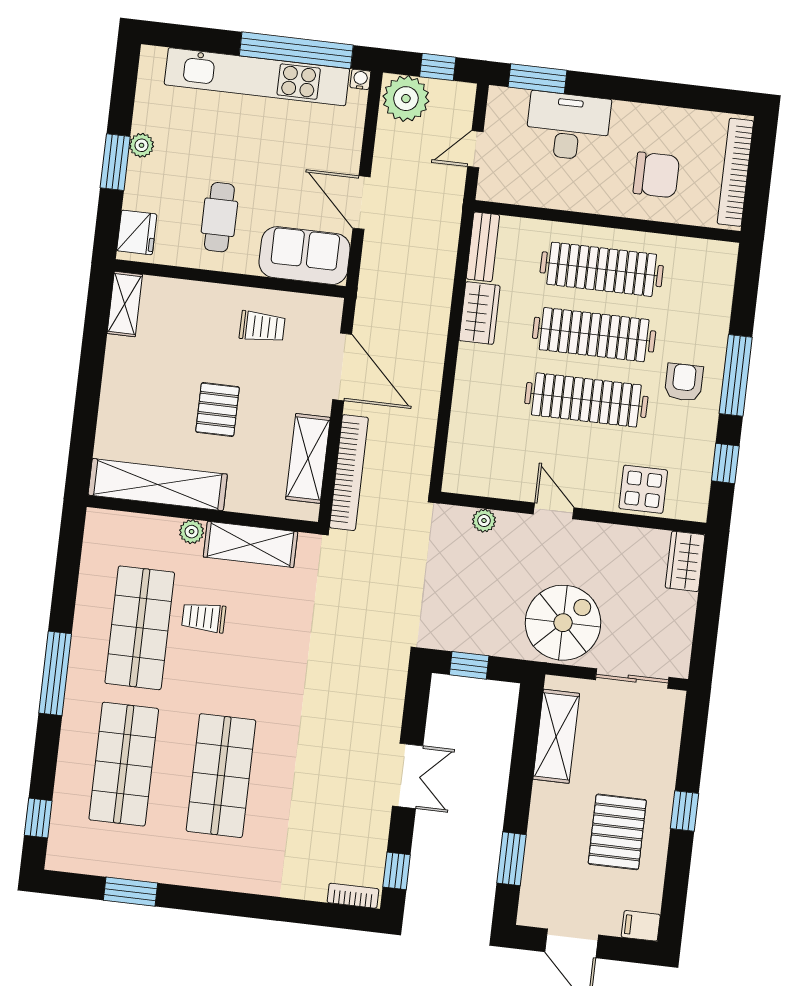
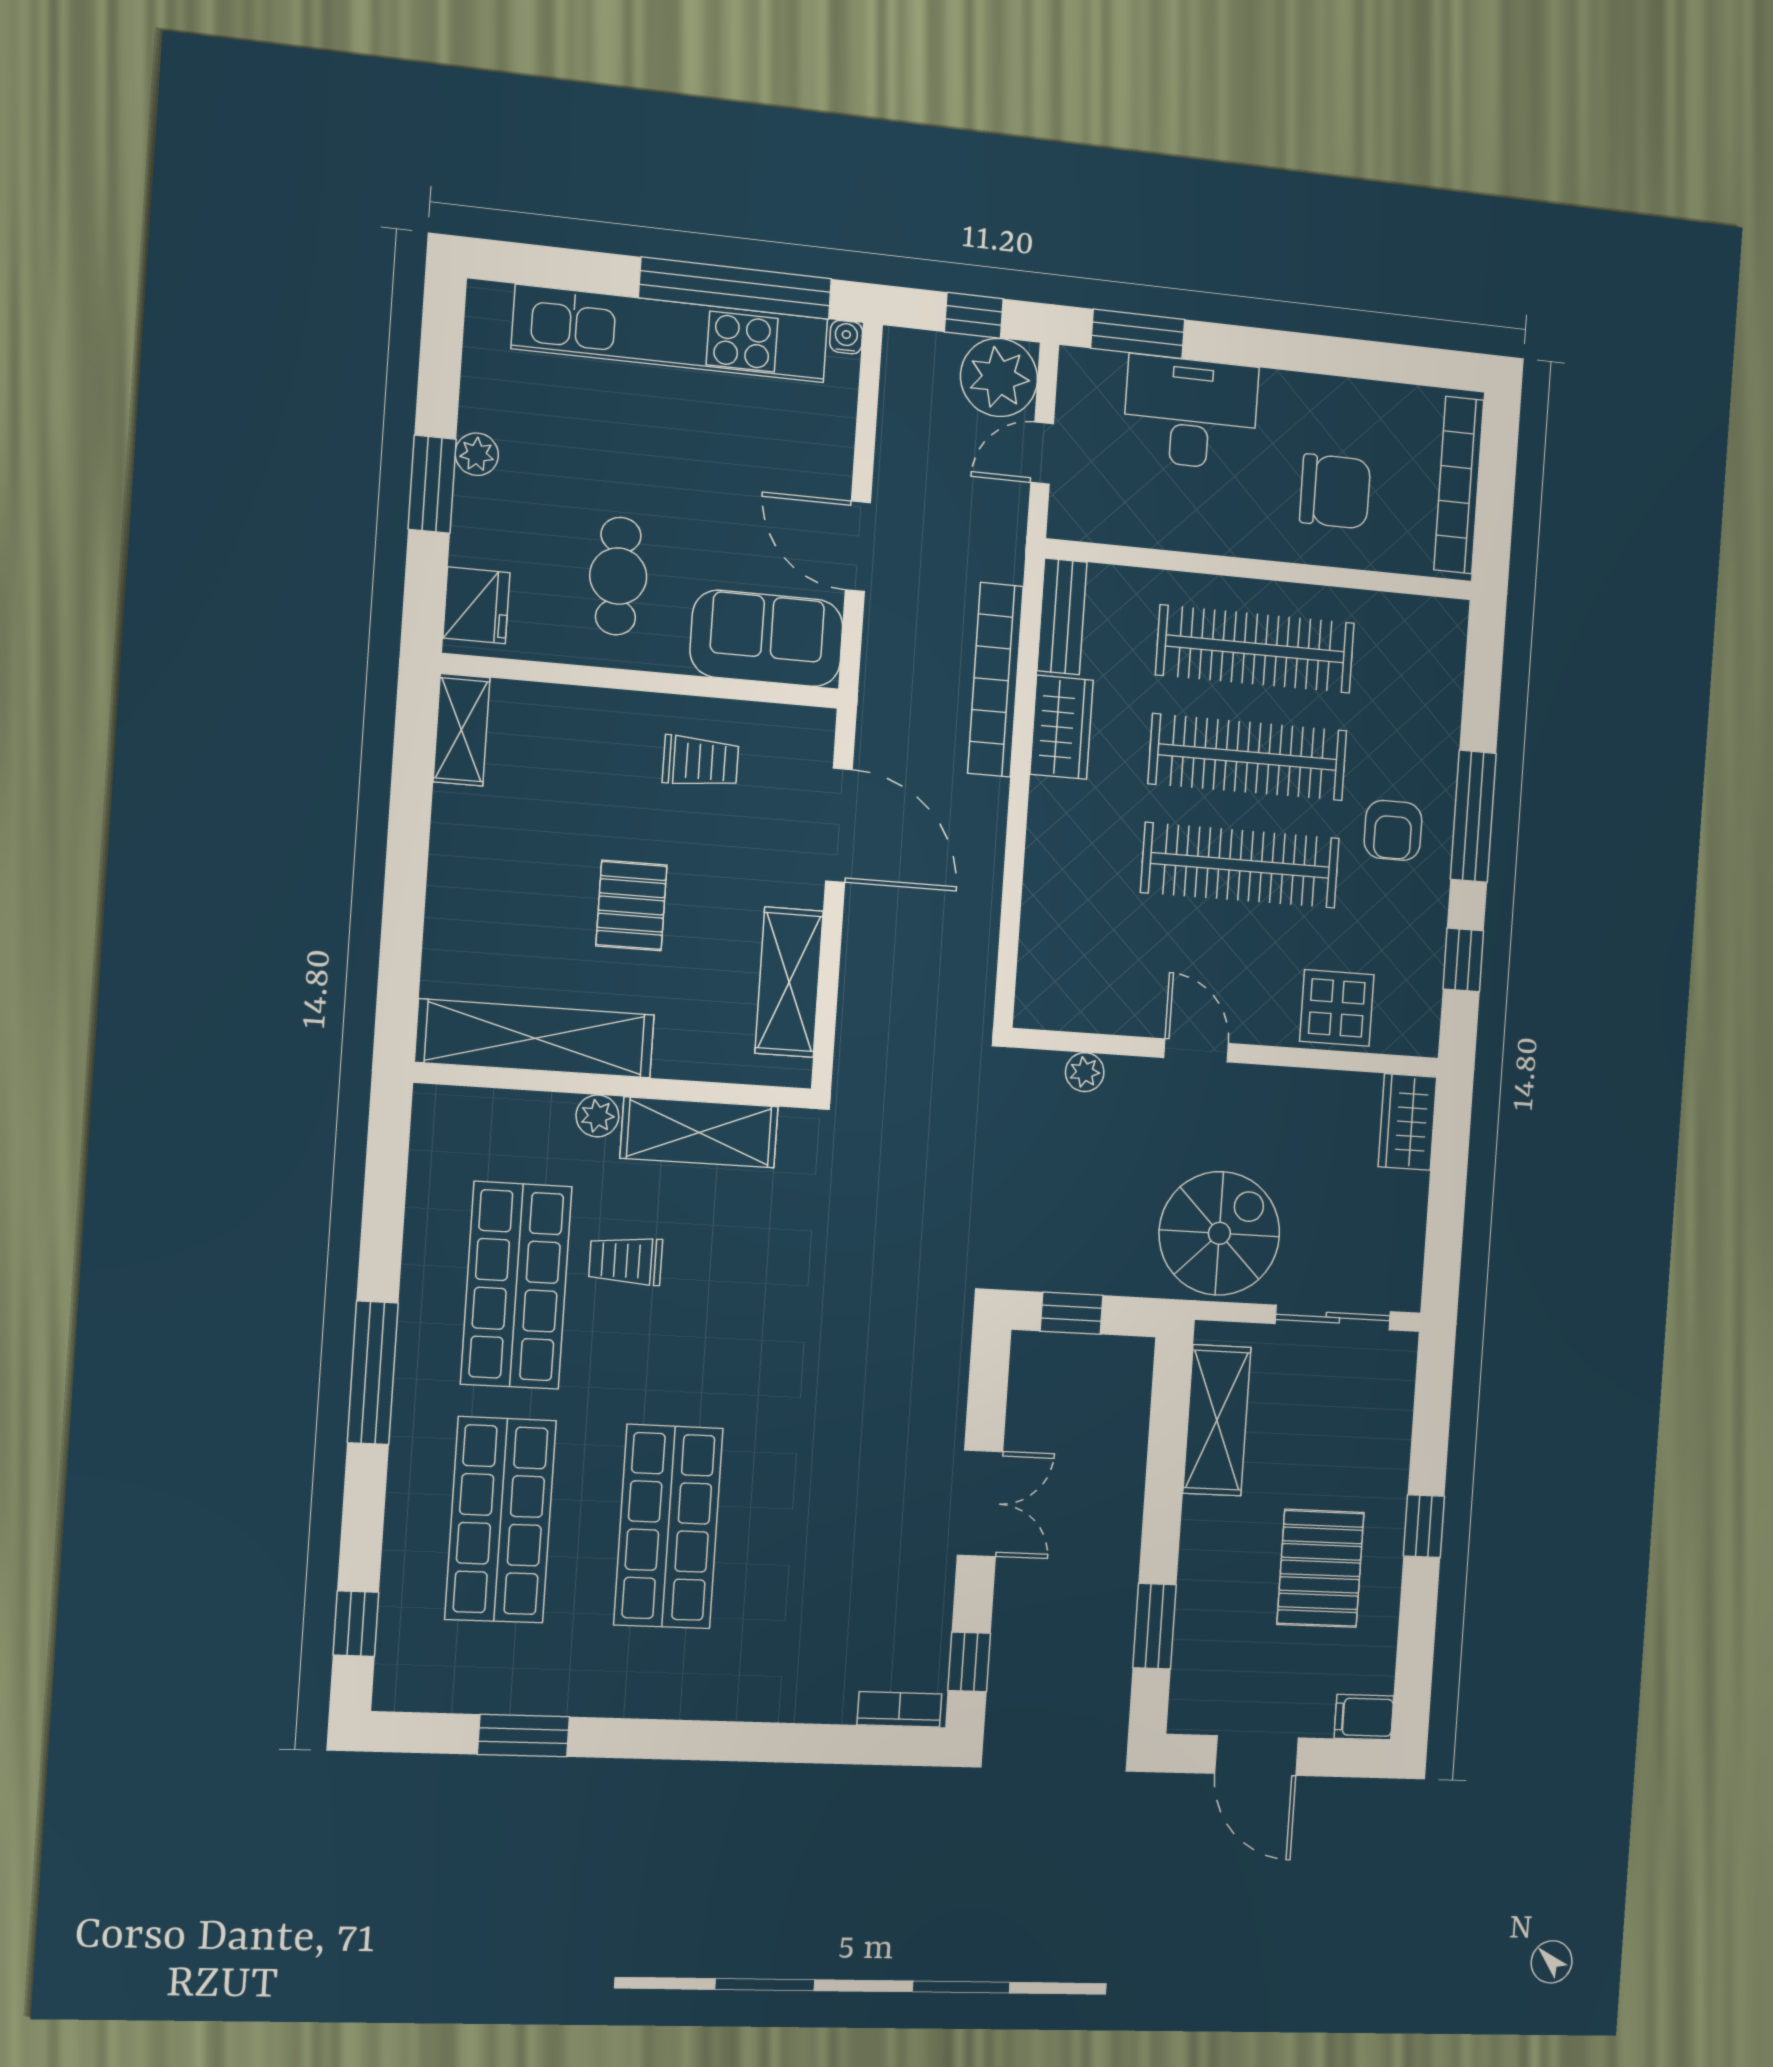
plant: (406, 99) -> (999, 377), moved
armchair: (684, 382) -> (1393, 830), turned 180
bookcase: (349, 473) -> (995, 680), moved, turned 180

